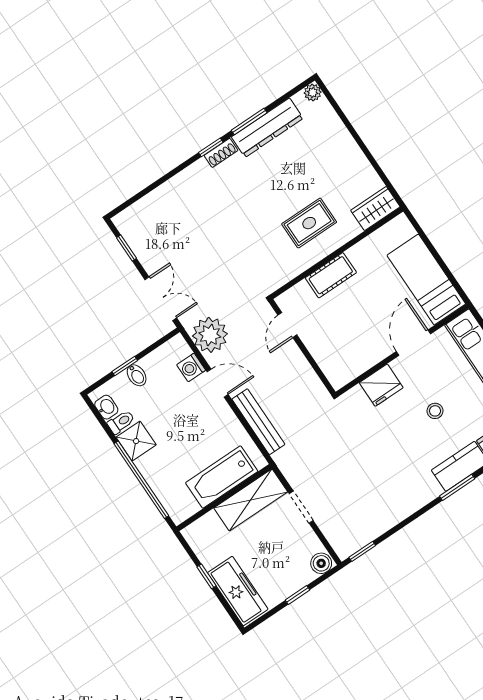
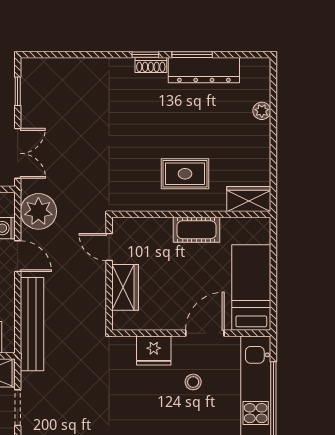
plant: (313, 92) -> (262, 111), moved
cot: (331, 275) -> (196, 230), moved
door: (287, 325) -> (109, 247), hinge flipped
wardrobe: (323, 349) -> (125, 287), added
stool: (435, 411) -> (193, 382), moved
bench: (258, 422) -> (32, 324), width x1.37, depth x1.21

